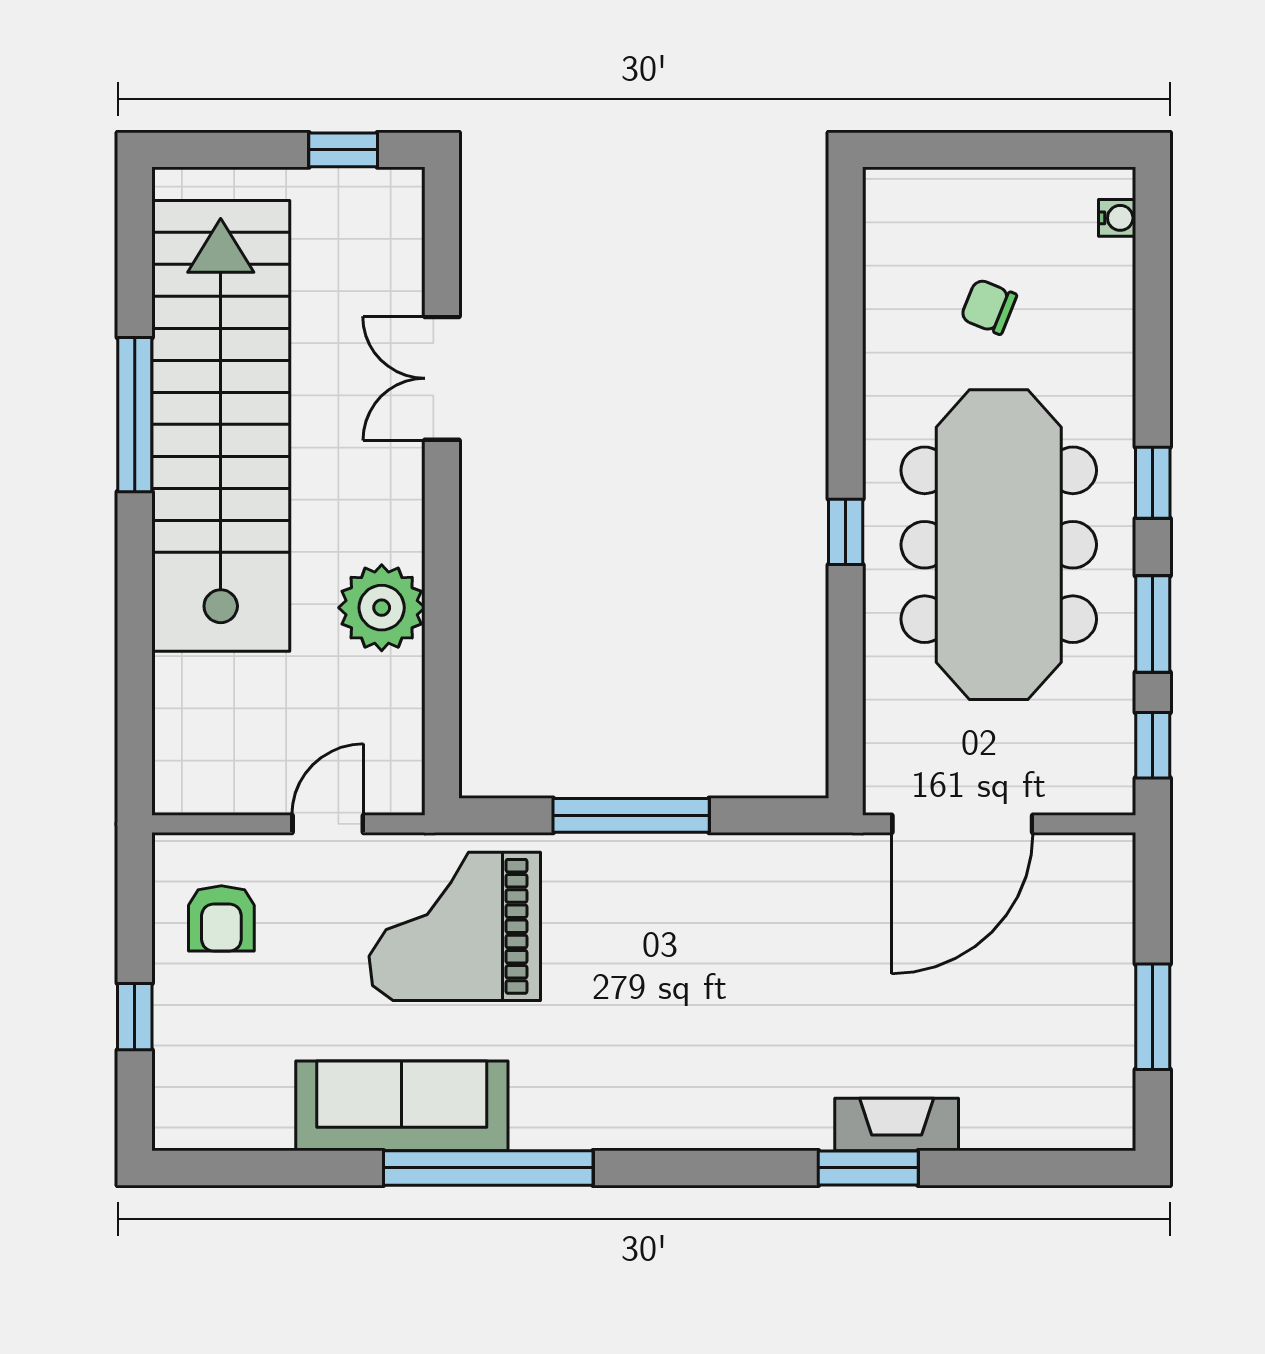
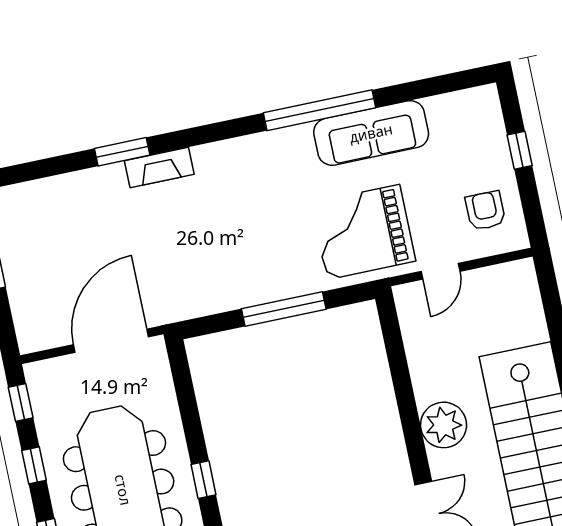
plant: (382, 608) -> (444, 425), moved
window: (1153, 624) -> (34, 465), width x0.67
grand piano: (455, 926) -> (363, 232), turned 180
fireplace: (897, 1125) -> (159, 168), moved

